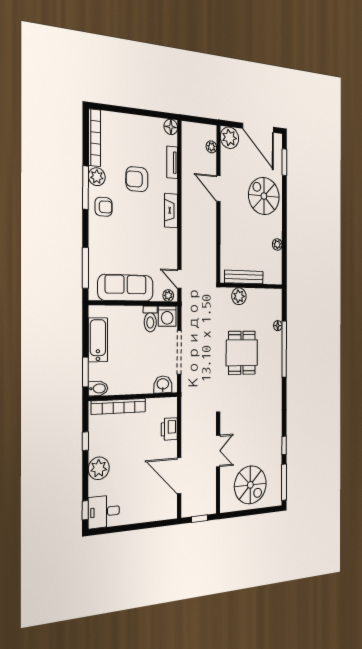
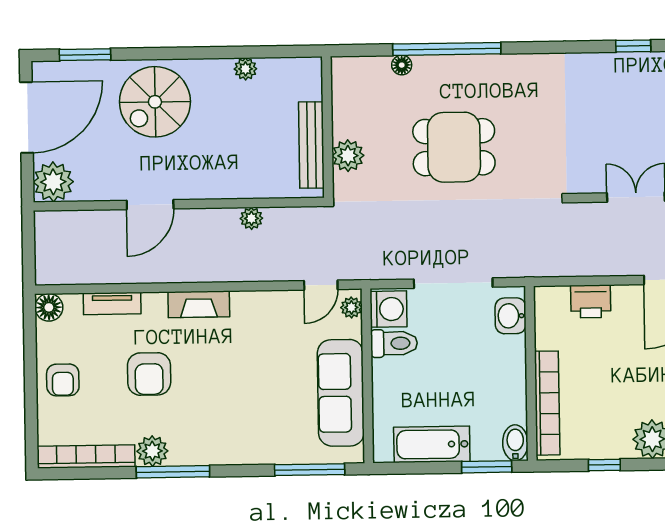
plant: (211, 147) -> (251, 218), moved
armchair: (104, 207) -> (63, 380), moved, turned 180

